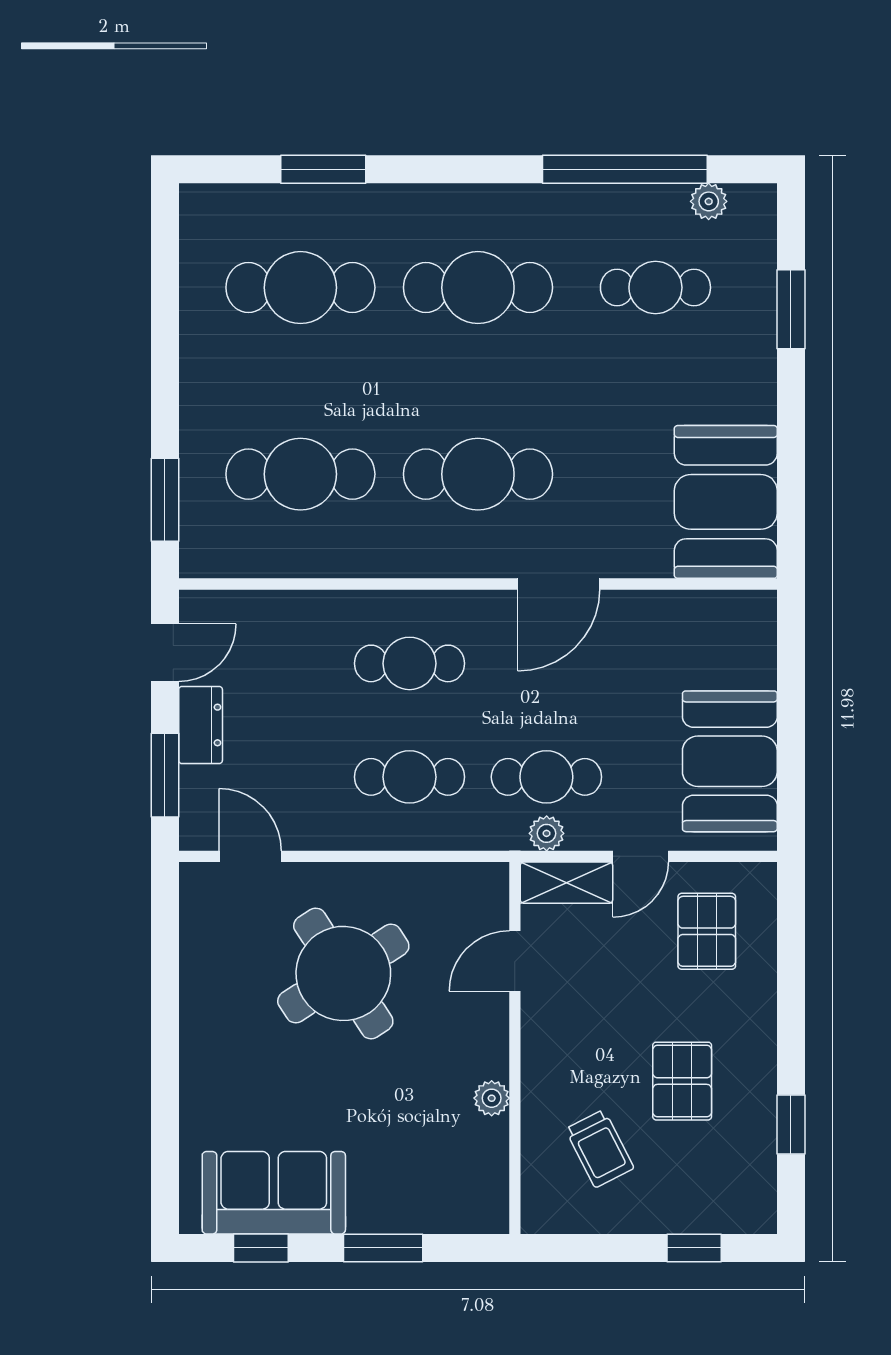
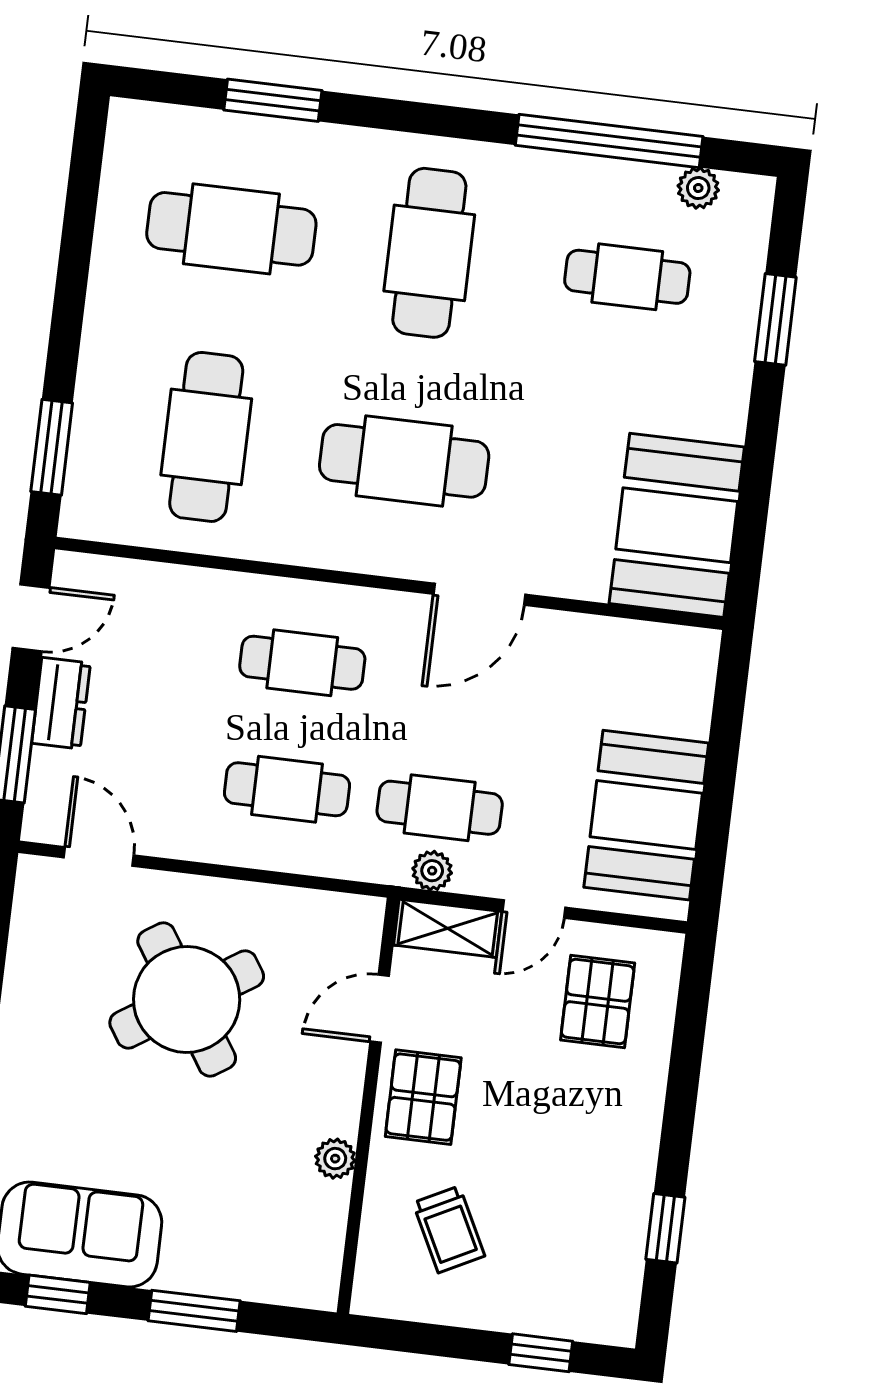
cafe table: (478, 288) -> (429, 253), turned 90
cafe table: (300, 474) -> (206, 437), turned 90
pallet: (682, 1081) -> (423, 1097), moved

